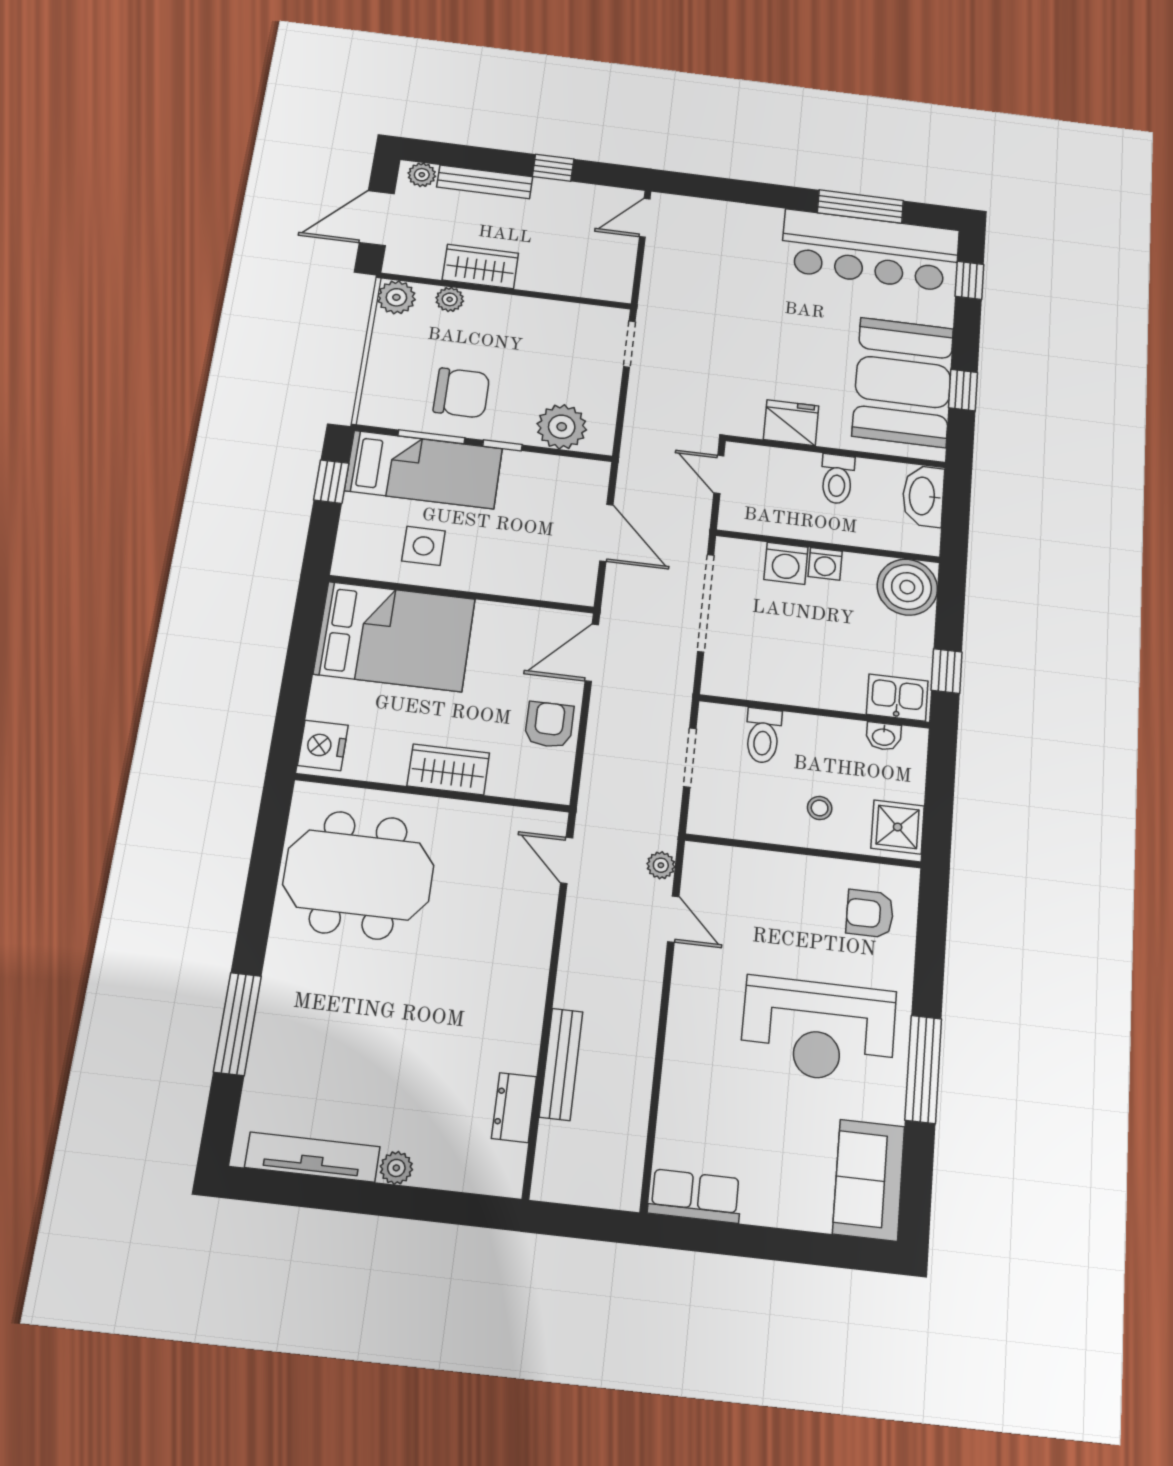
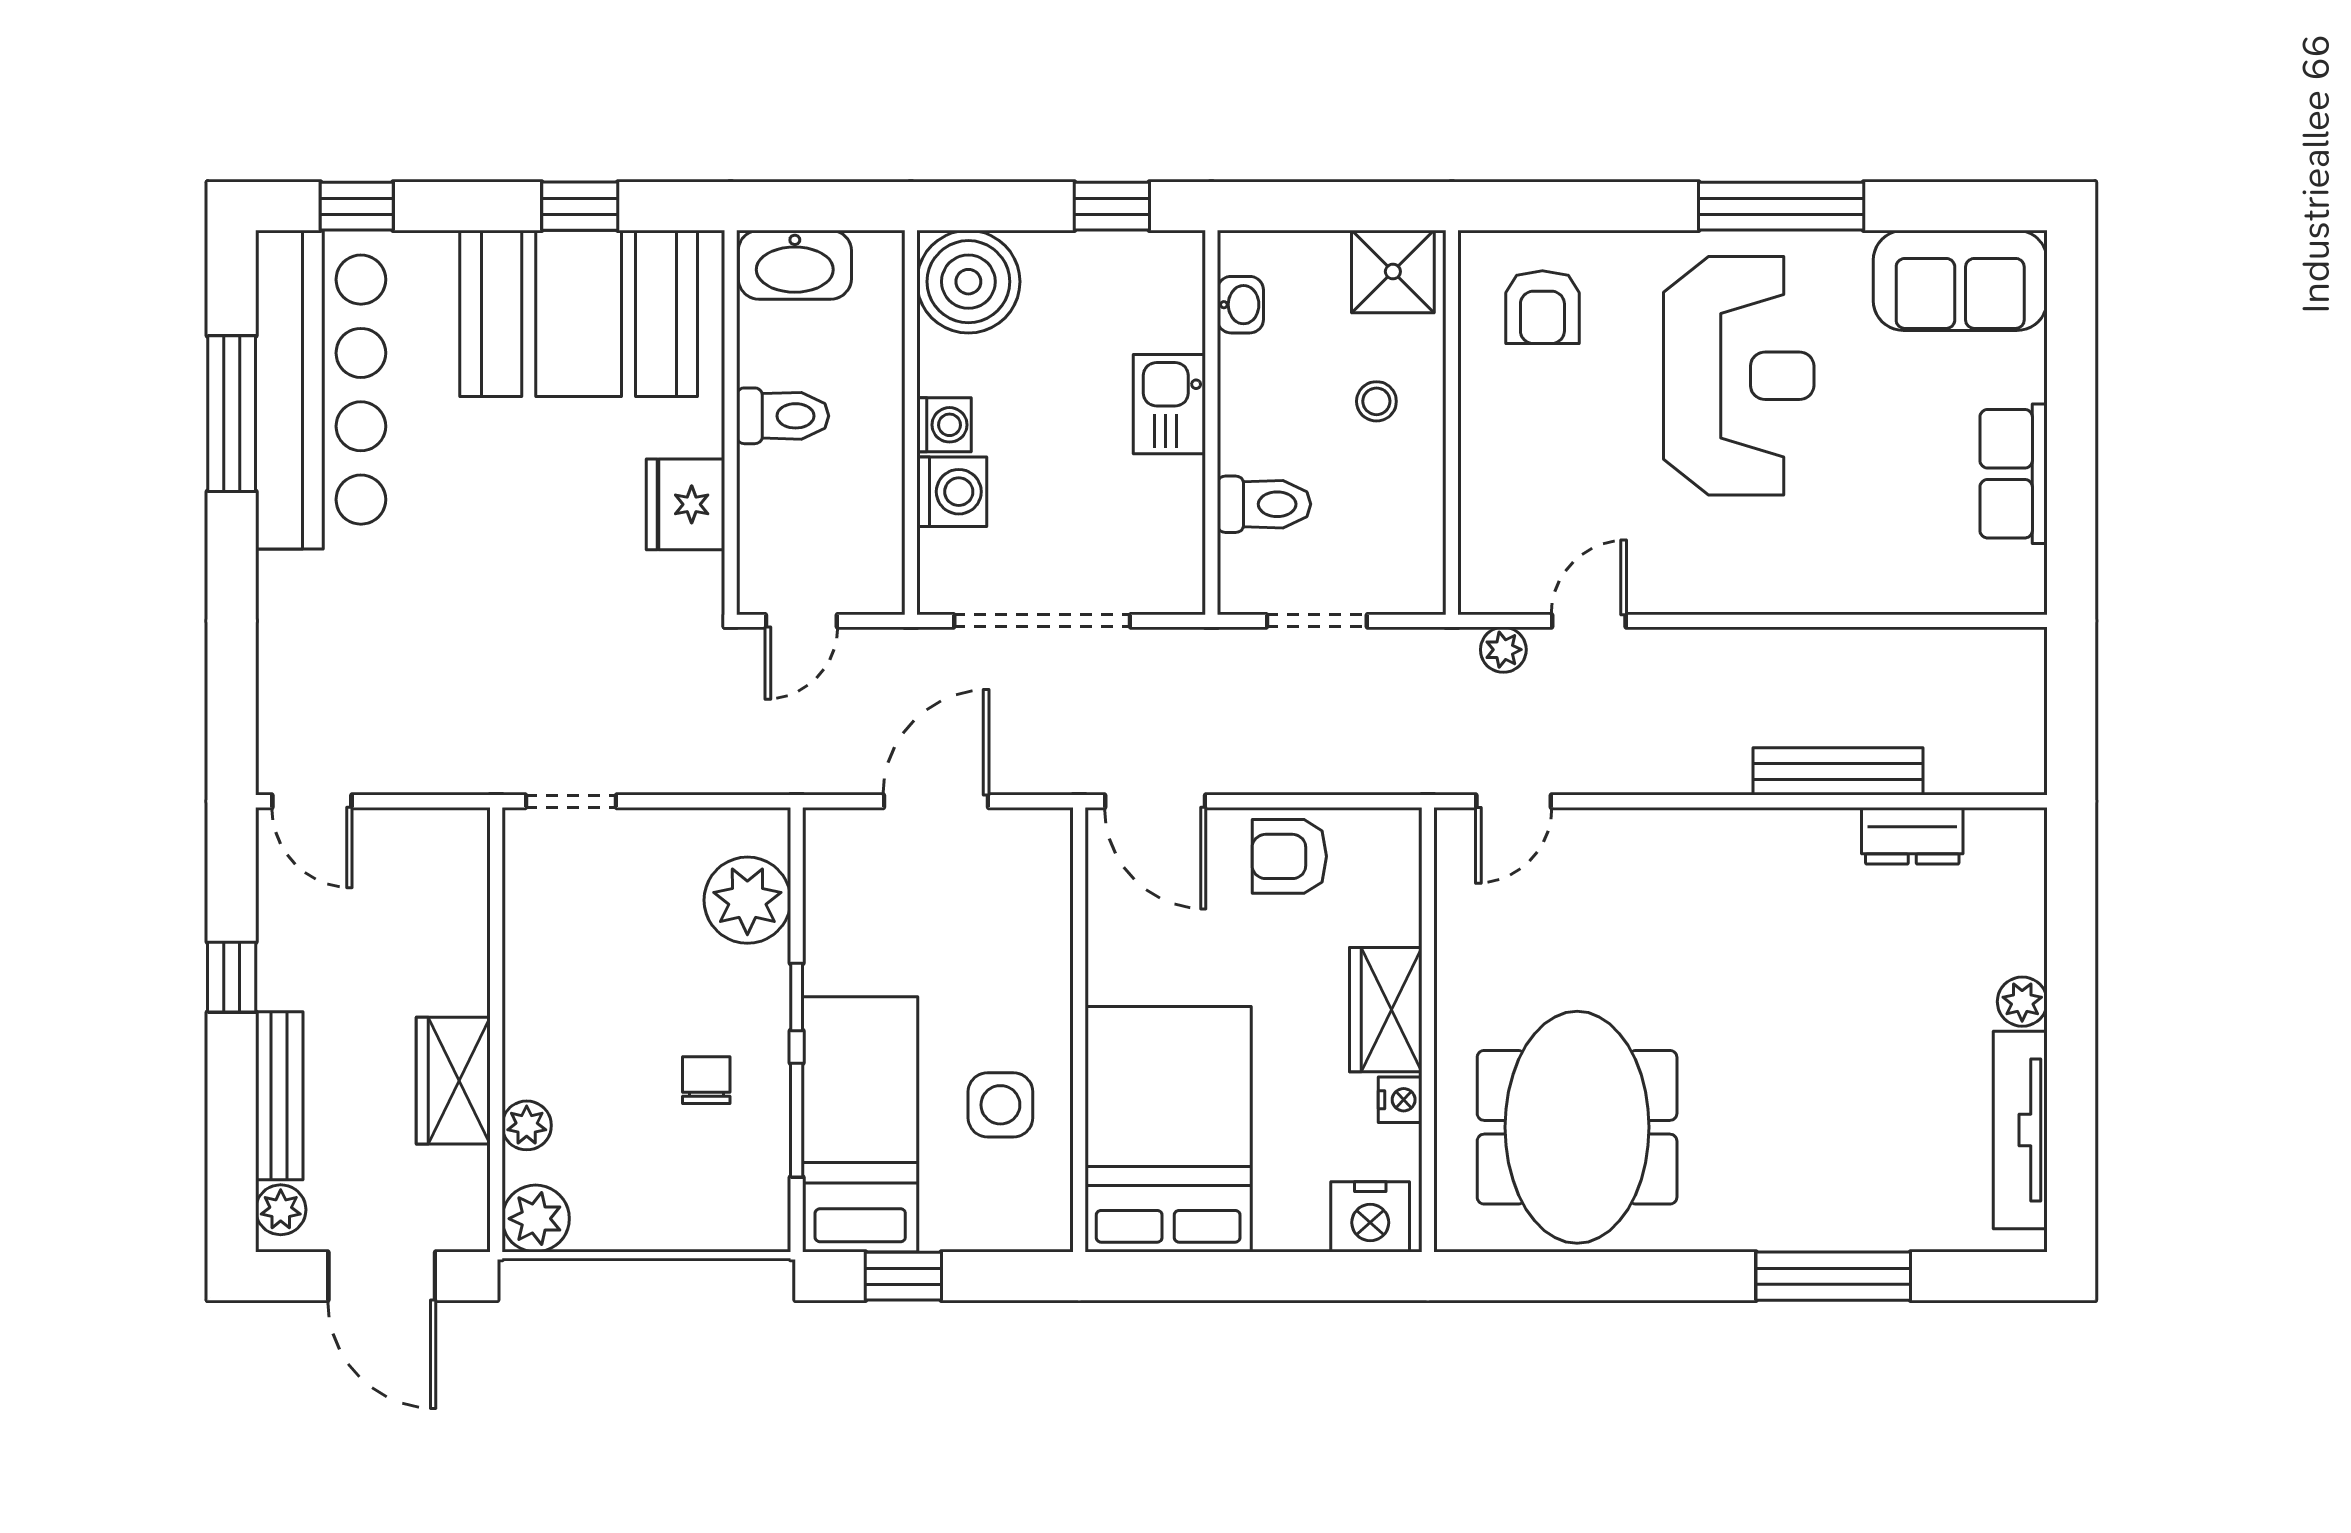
chair: (462, 393) -> (706, 1080), width x0.54, depth x0.54
kitchen sink: (897, 698) -> (1169, 404), moved
nightstand: (392, 771) -> (1400, 1100), added
row of seats: (695, 1196) -> (2014, 474), moved

